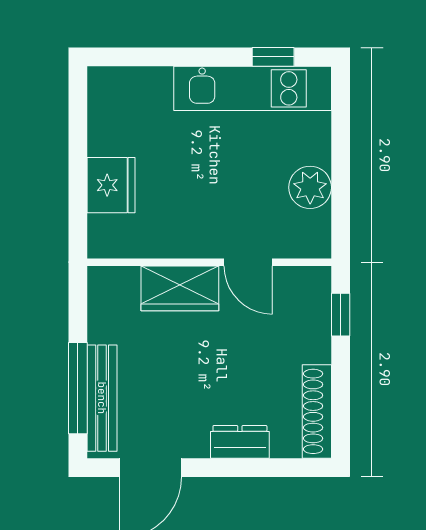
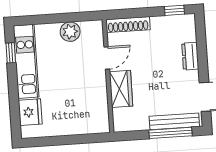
fridge: (111, 185) -> (30, 112), moved, turned 90
window: (341, 315) -> (174, 10), moved
shoe rack: (317, 411) -> (128, 25), moved

